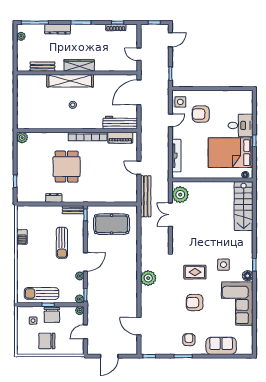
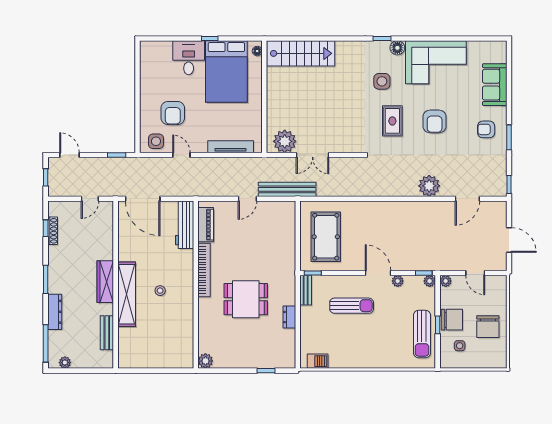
barbecue: (22, 237) -> (318, 361), moved
plant: (148, 278) -> (429, 186), moved

